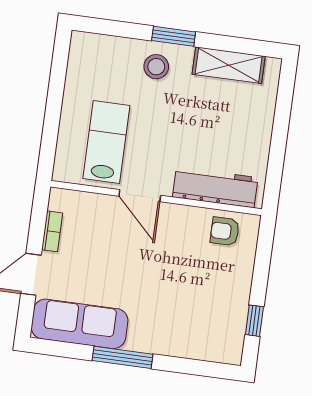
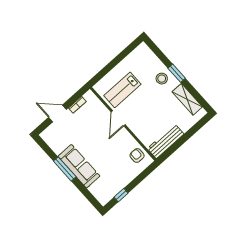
lab bench: (106, 142) -> (122, 90), turned 180
workbench: (215, 187) -> (166, 141), moved, turned -90
sofa: (80, 324) -> (79, 166), moved

